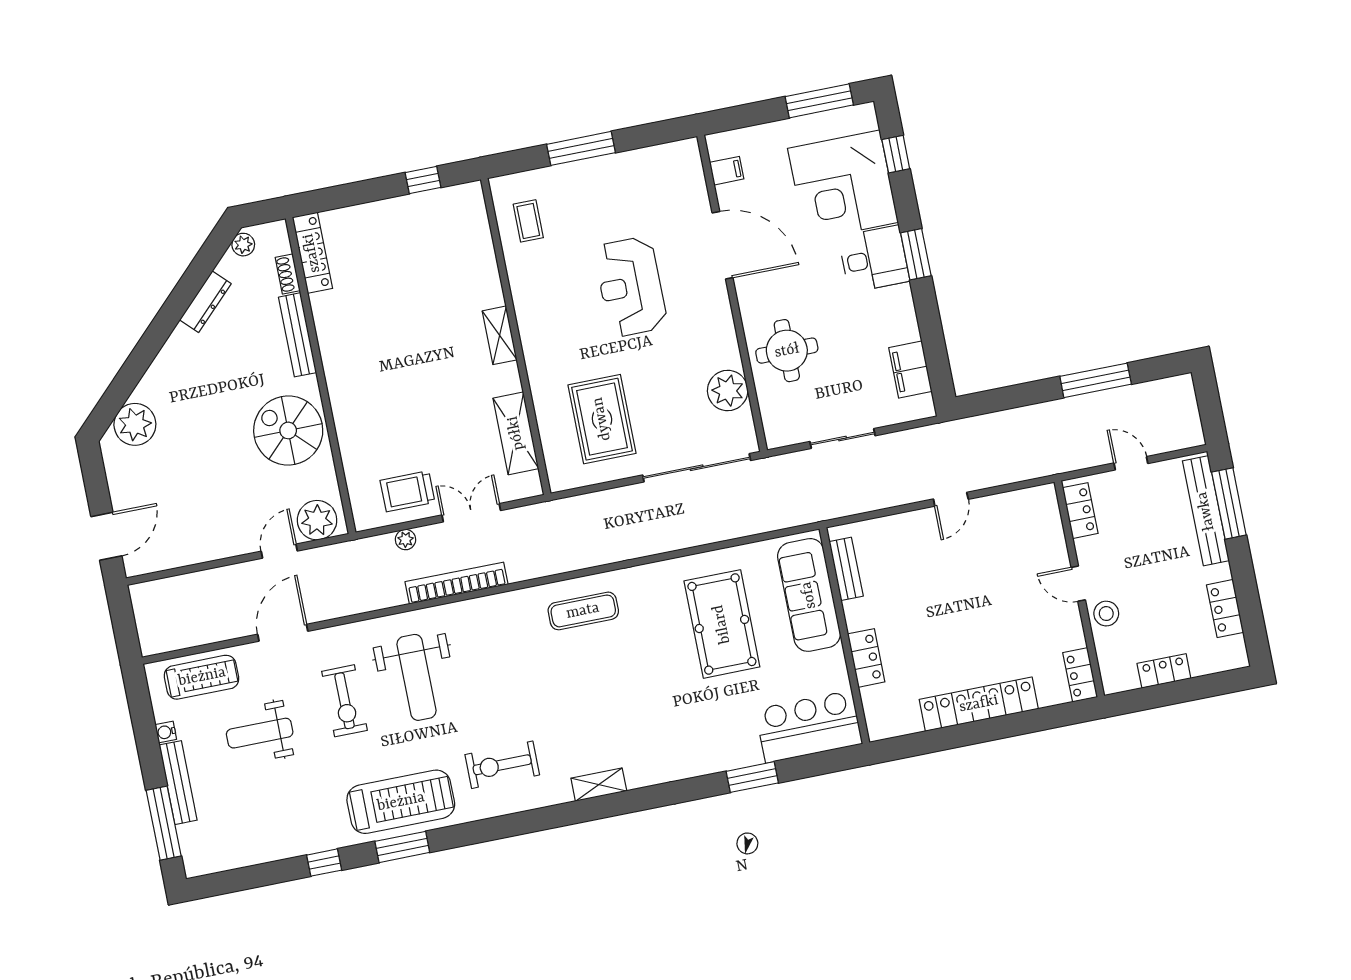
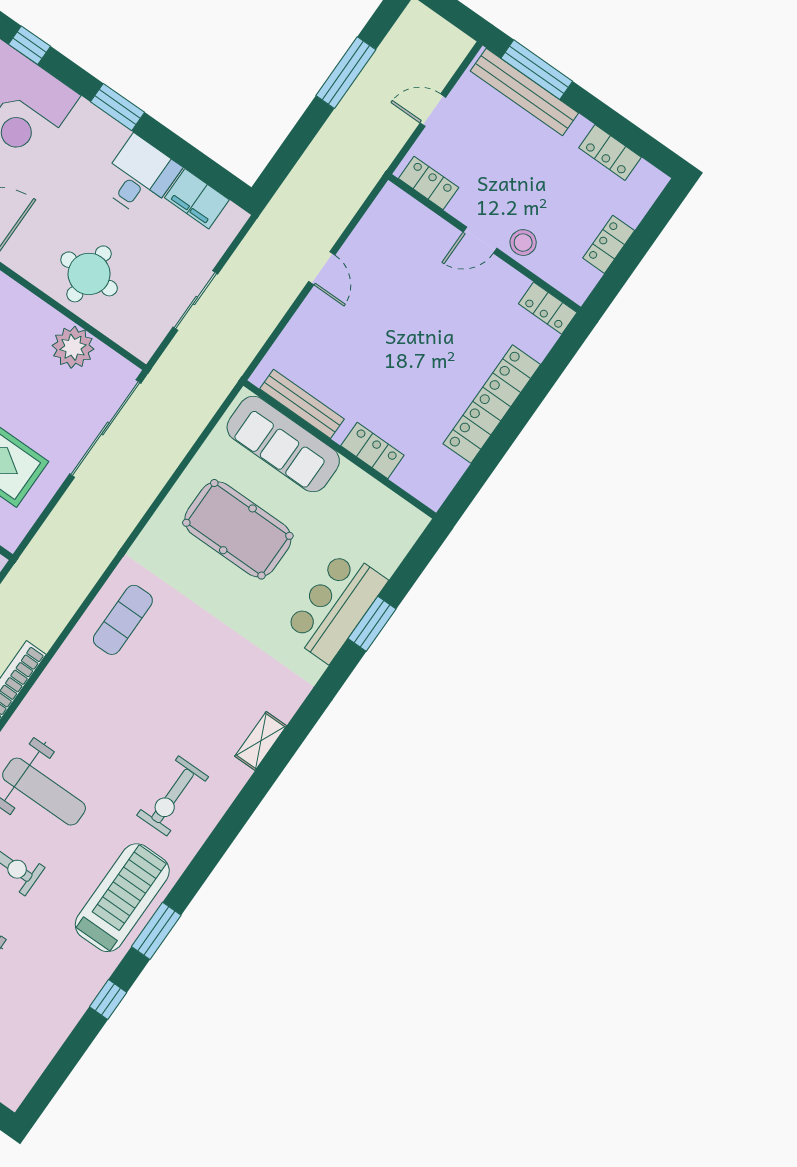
desk: (874, 259) -> (140, 176), moved
bench: (846, 569) -> (302, 404), width x1.36
bar counter: (809, 727) -> (335, 606), moved

